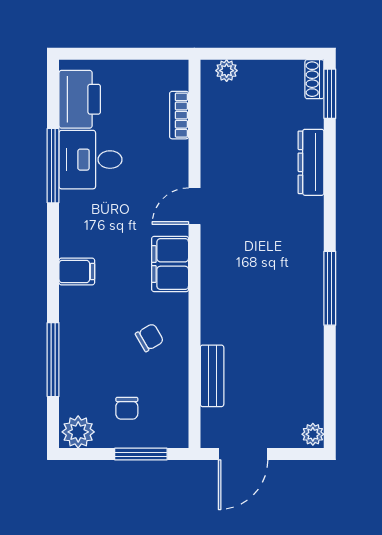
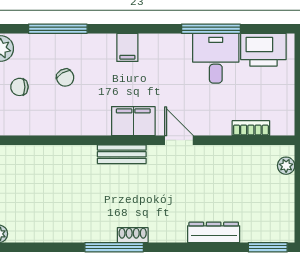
shoe rack: (314, 79) -> (133, 235), moved
chair: (150, 338) -> (65, 78), moved
bench: (212, 376) -> (122, 154), moved

